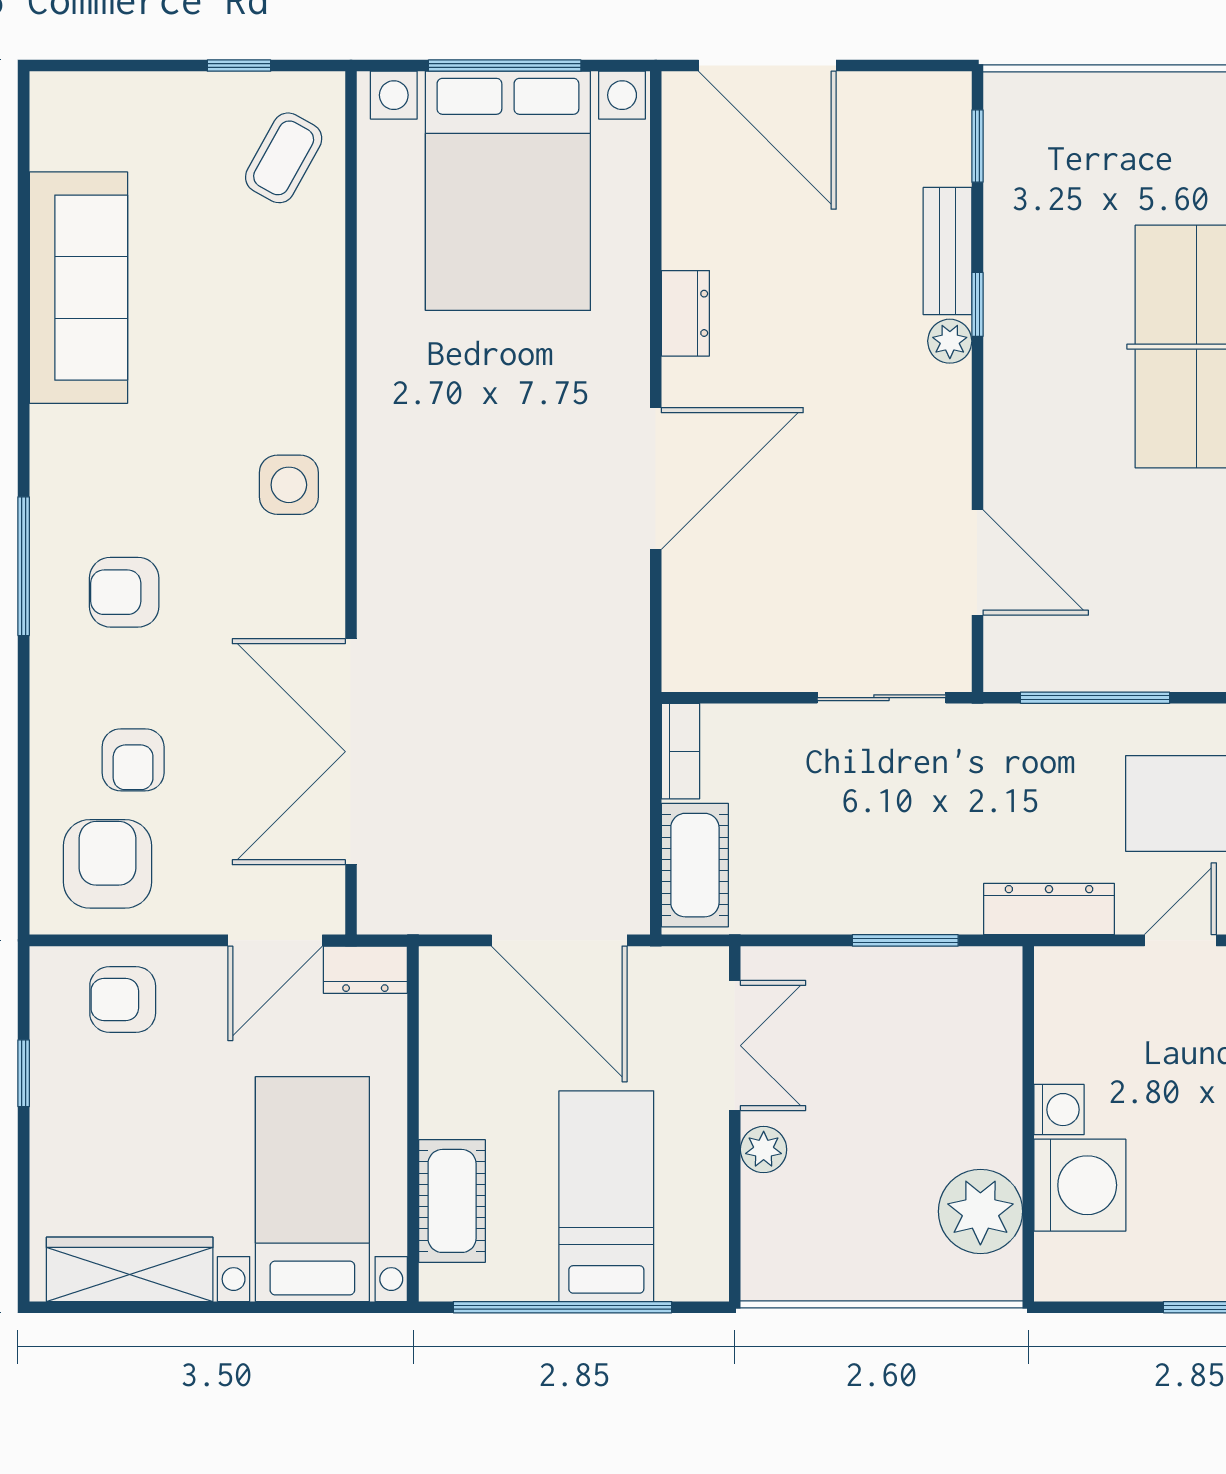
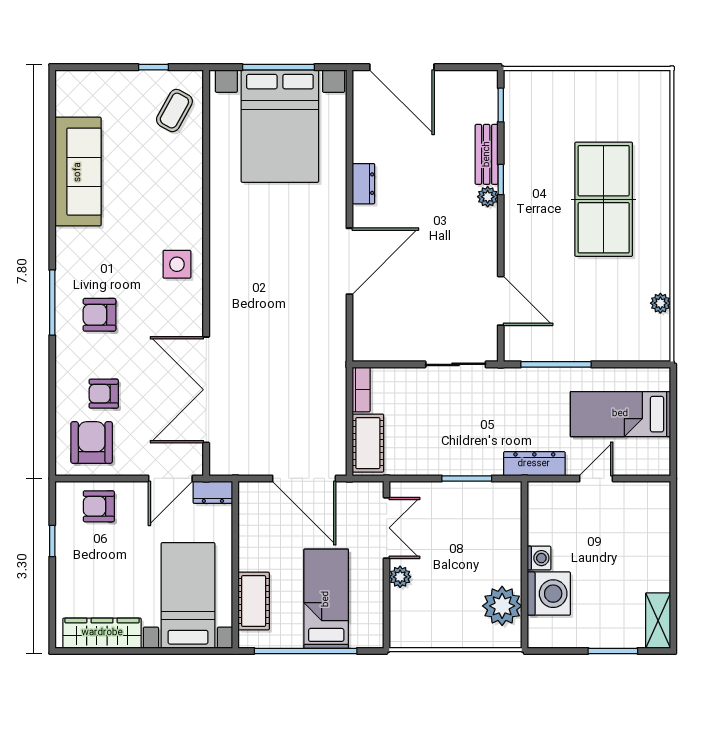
armchair: (133, 760) -> (104, 394), turned 90

